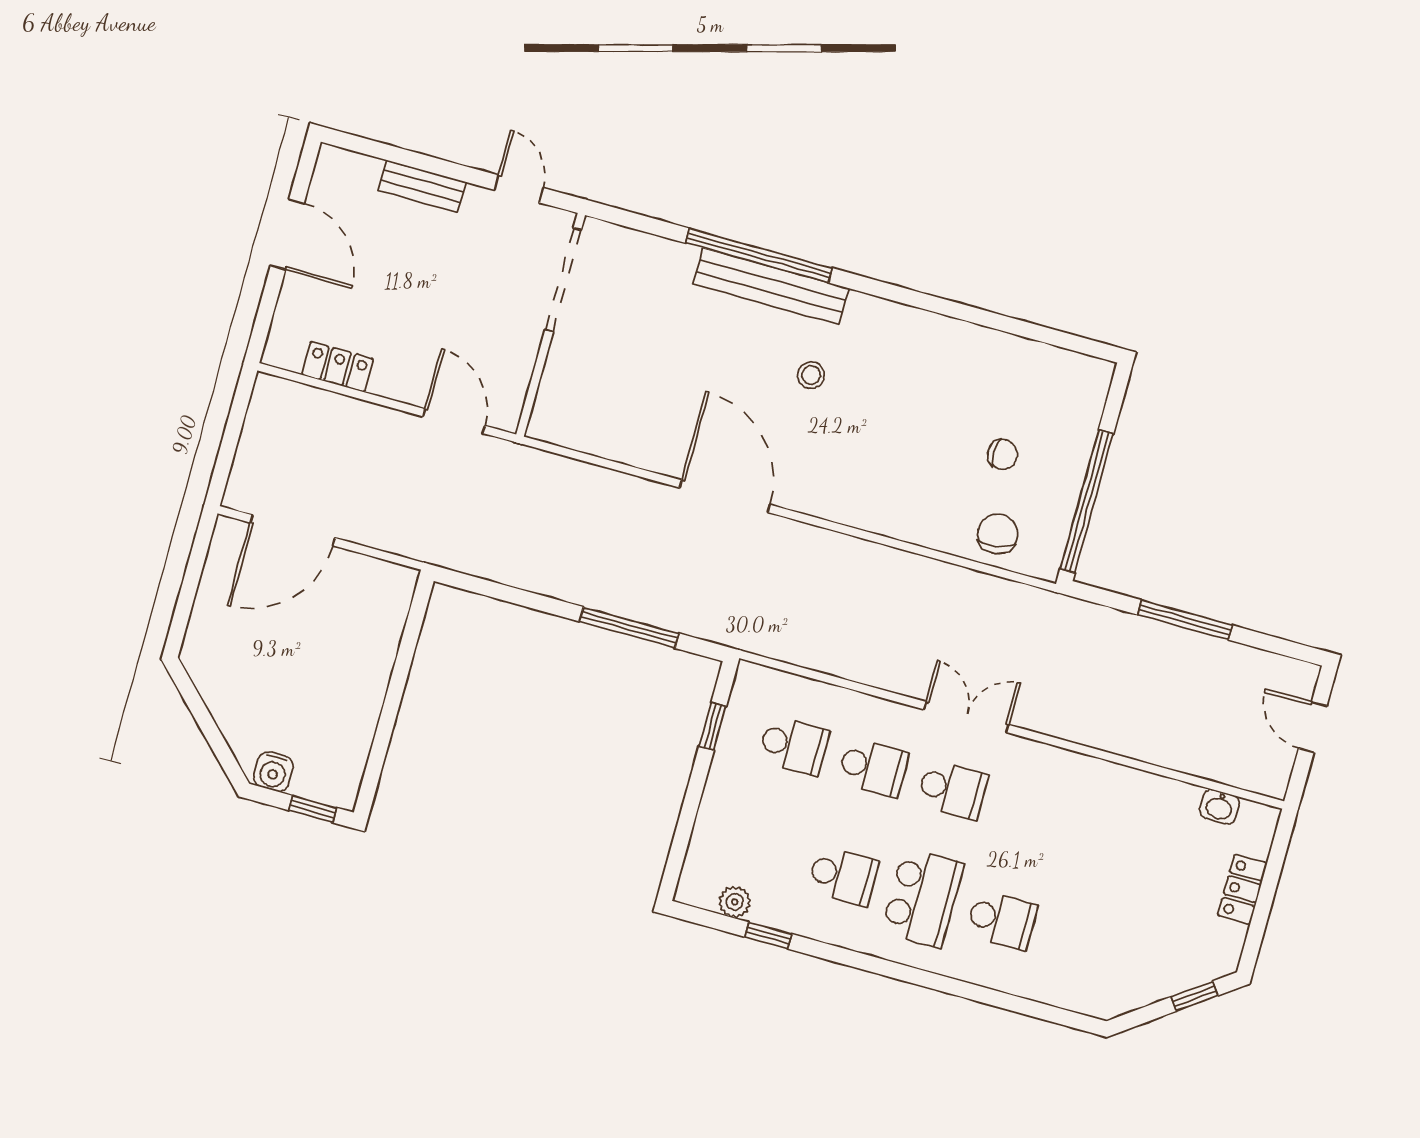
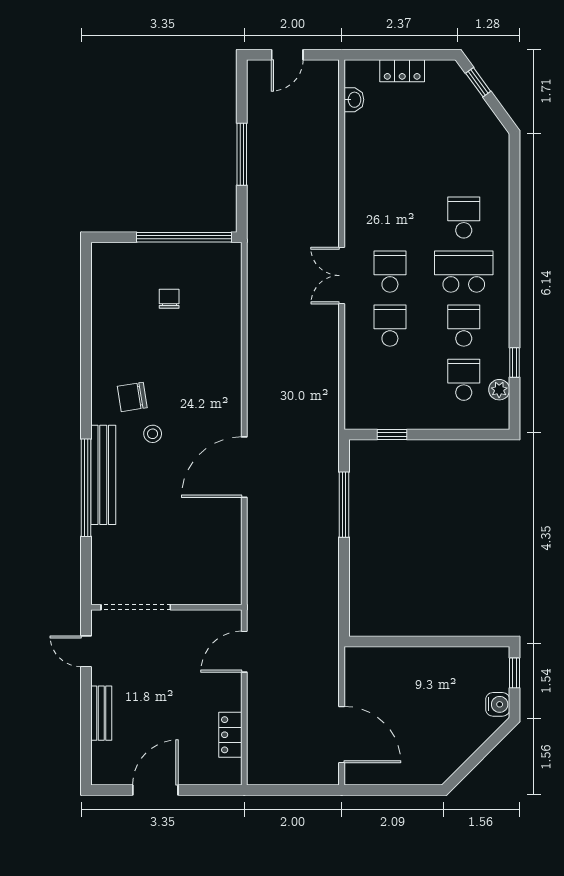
door: (519, 189) -> (86, 651), hinge flipped
chair: (998, 534) -> (132, 397), moved
school desk: (794, 746) -> (464, 380), moved

